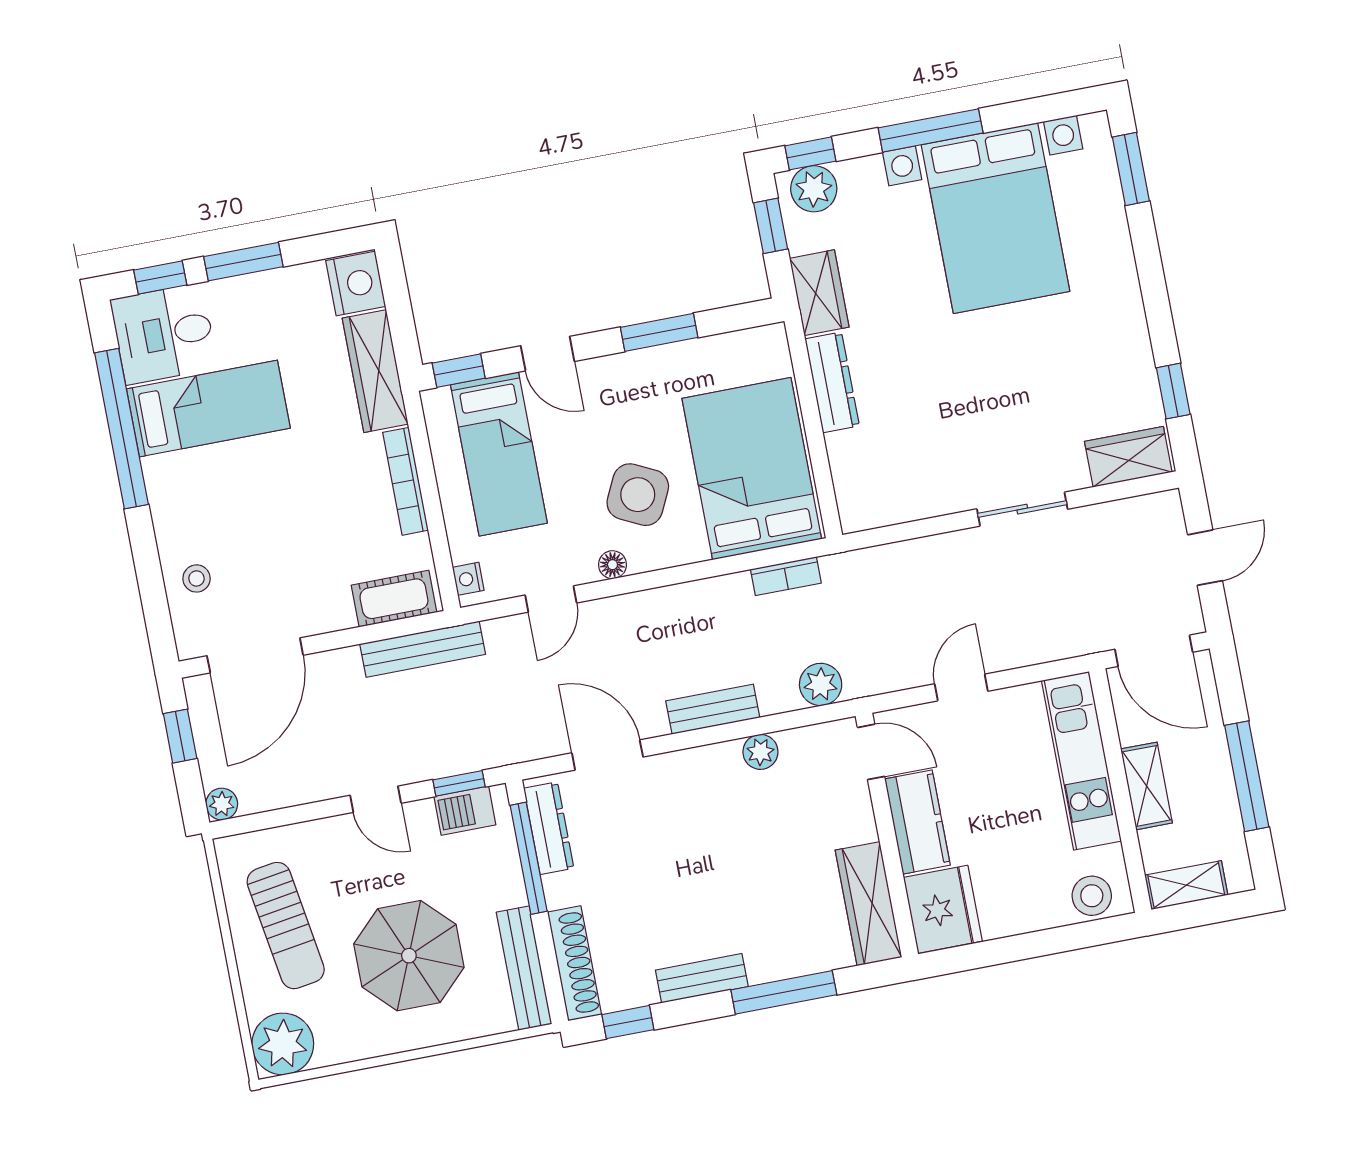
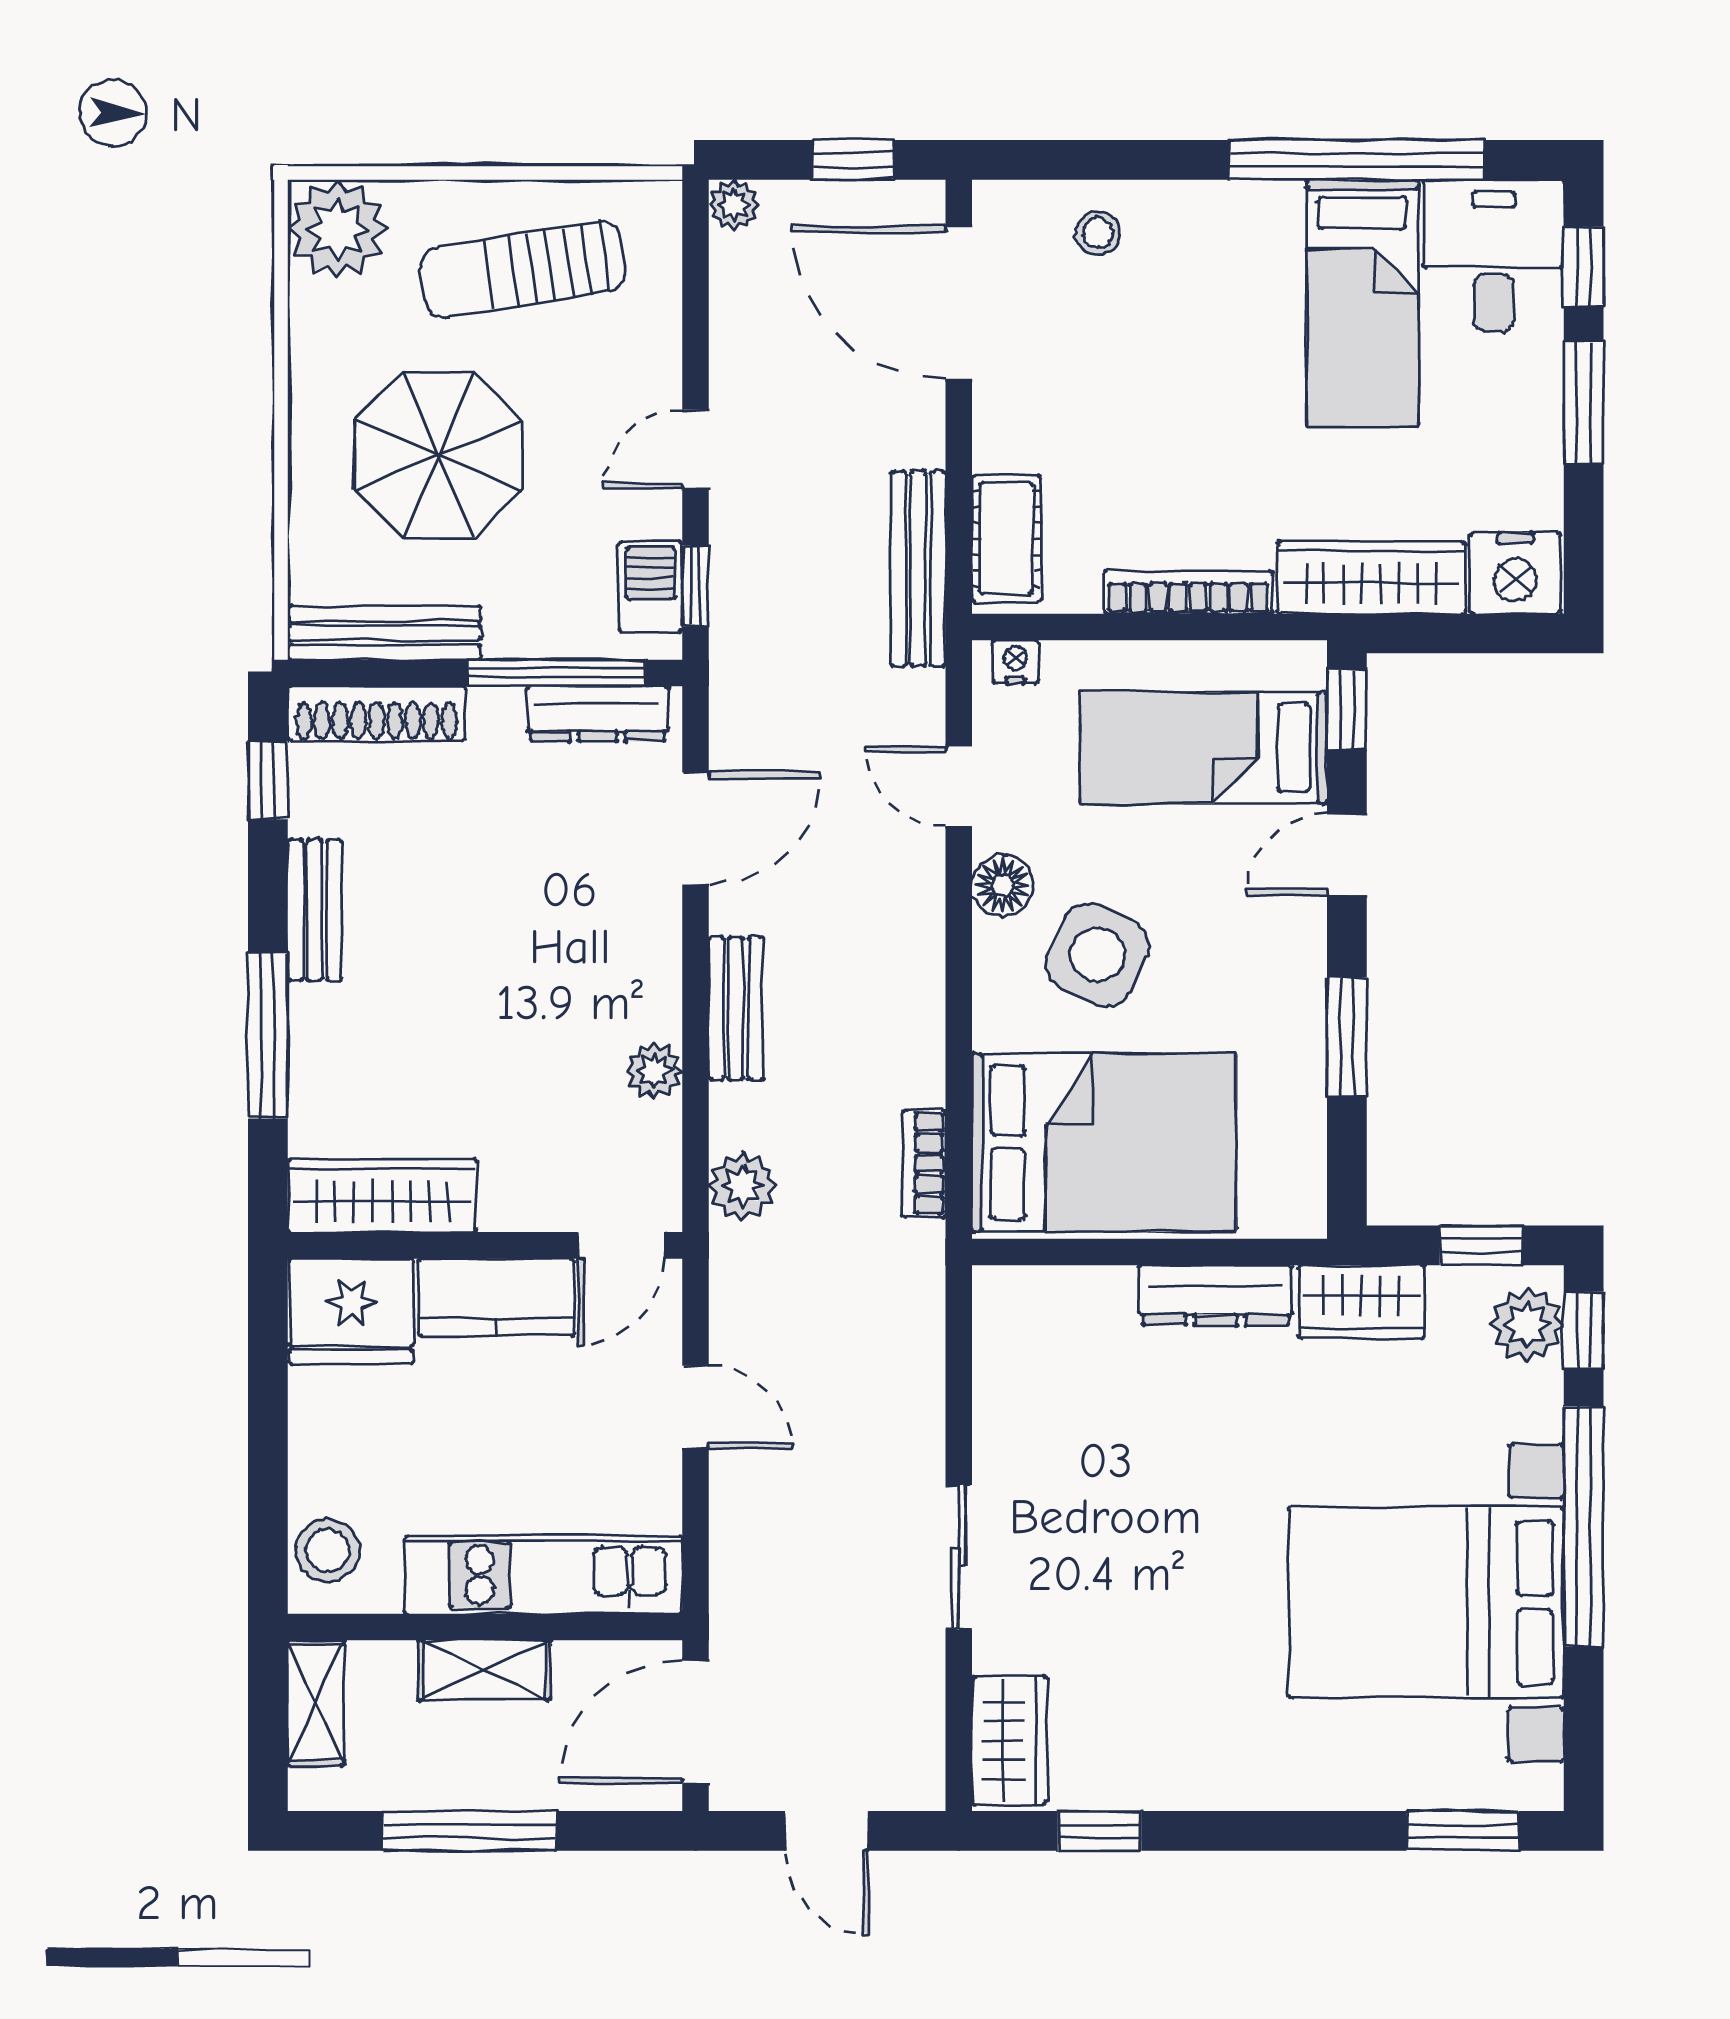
window: (931, 130) -> (1584, 1526), width x1.46
floor lamp: (612, 565) -> (1003, 885), width x1.37, depth x1.37

